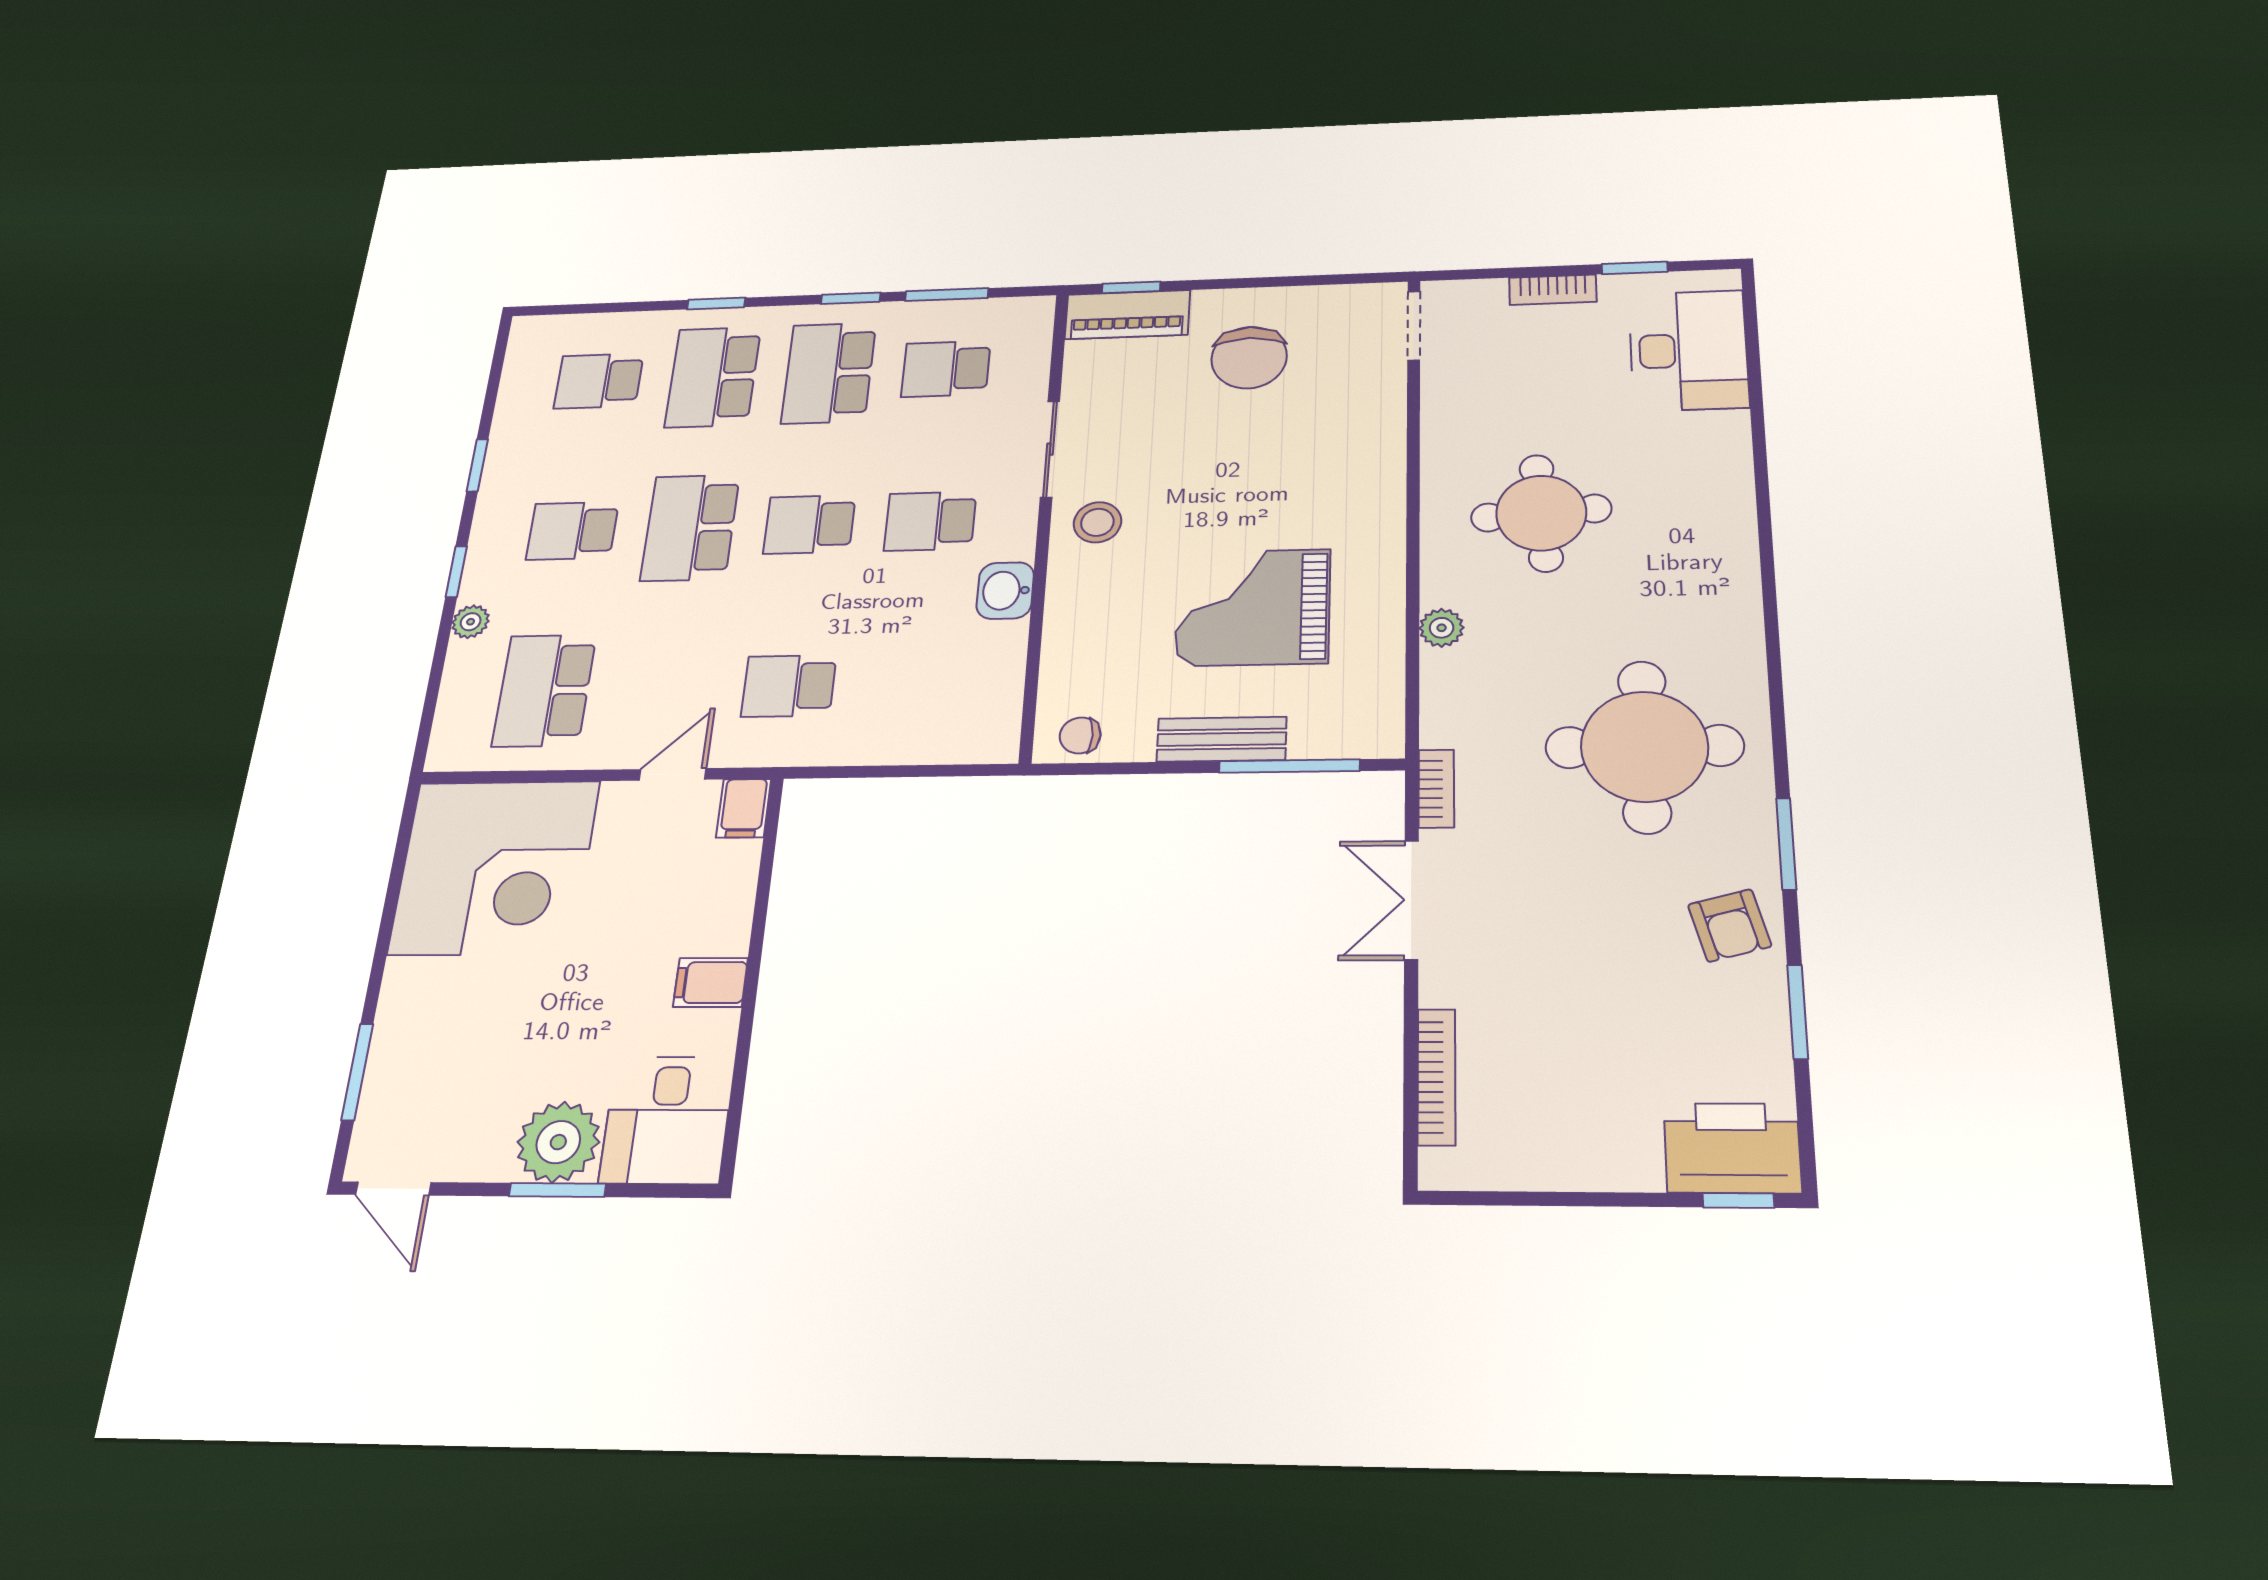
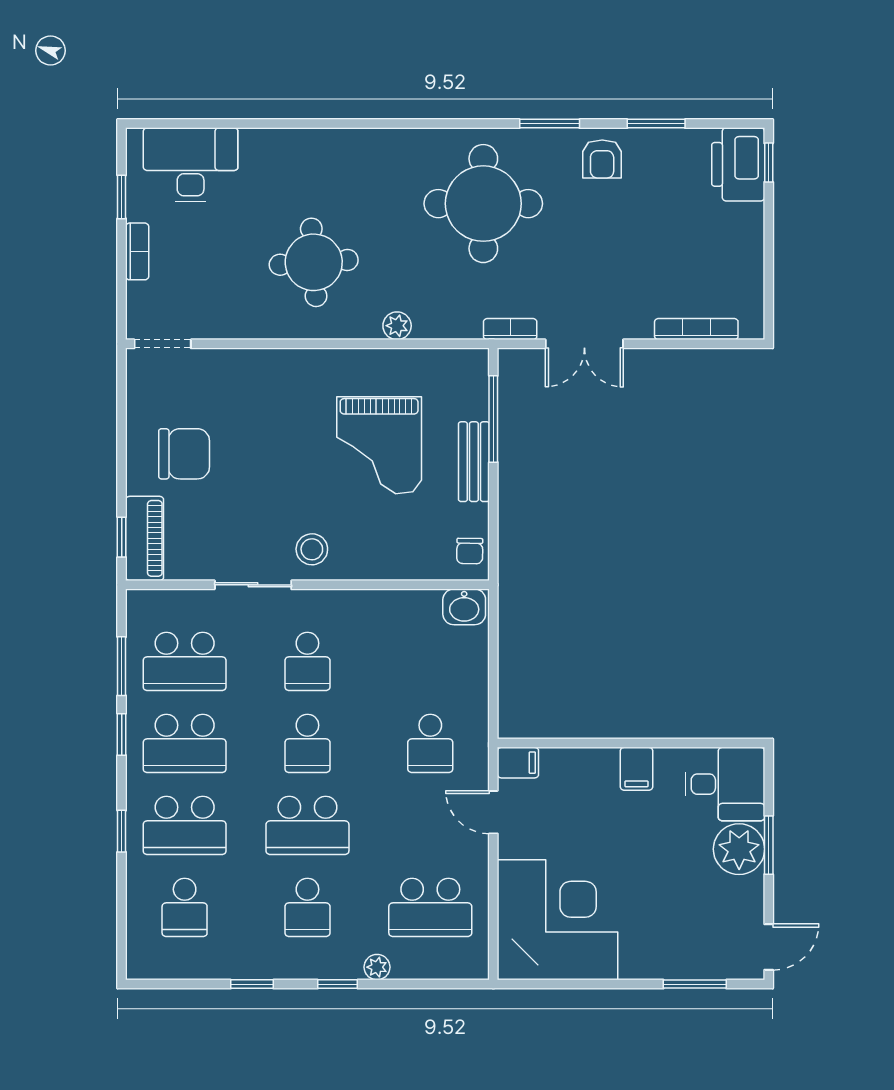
school desk: (946, 369) -> (185, 661), width x1.85
washbasin: (1005, 591) -> (464, 607), moved
armchair: (1730, 925) -> (602, 159), turned 105

